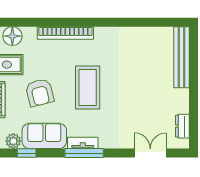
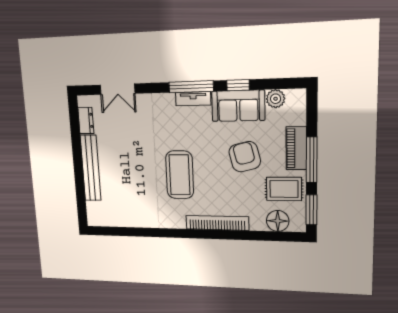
bench: (181, 57) -> (91, 168), moved
coffee table: (88, 88) -> (180, 175), moved
window: (27, 153) -> (238, 85), moved

